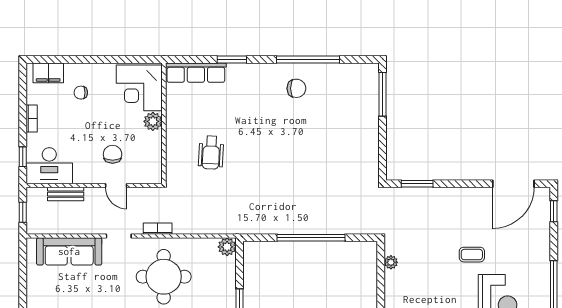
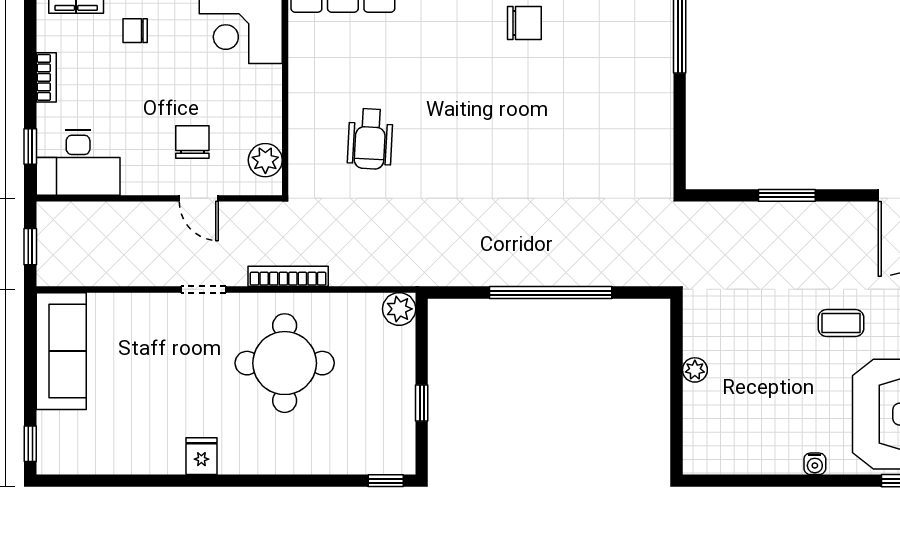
plant: (153, 121) -> (265, 160), moved
window: (417, 184) -> (787, 195), moved
bench: (66, 194) -> (108, 214), removed
bookcase: (158, 229) -> (288, 276), width x1.56
sofa: (69, 251) -> (61, 351), moved, turned -90
plant: (391, 262) -> (695, 370), moved

